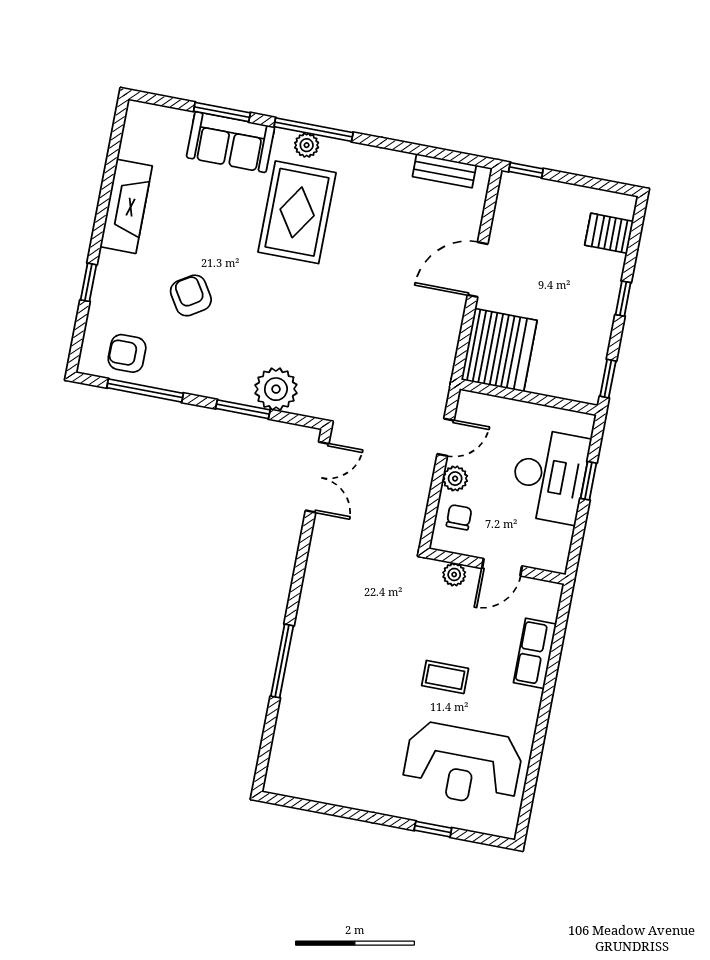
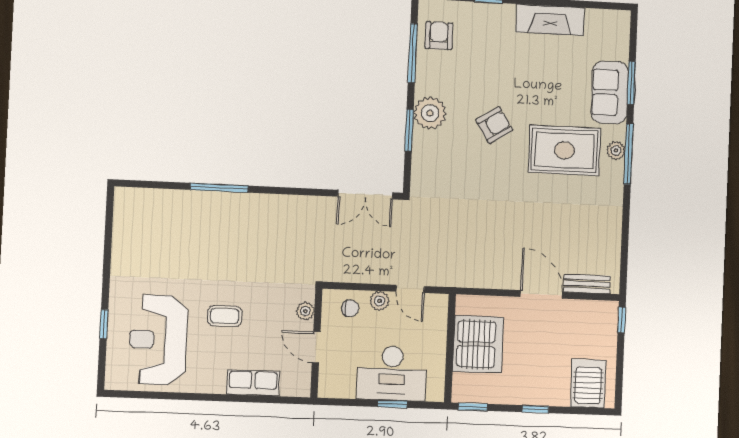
bench: (444, 171) -> (587, 284), moved, turned 90
server rack: (609, 233) -> (588, 383), width x1.36, depth x1.44
armchair: (191, 295) -> (494, 125), moved
server rack: (499, 350) -> (478, 344), moved, turned -90
plant: (276, 389) -> (430, 113), moved
coffee table: (445, 677) -> (225, 316), turned 90

